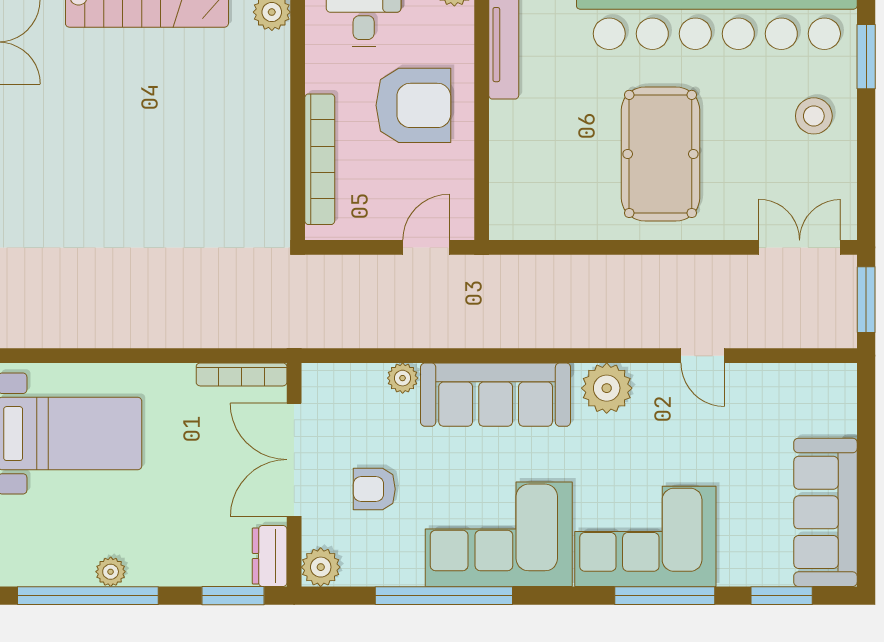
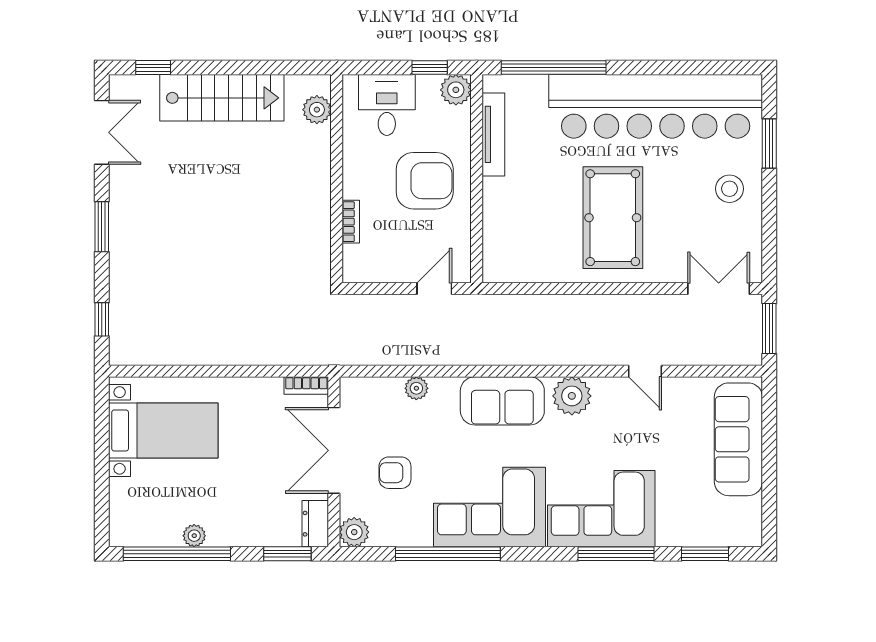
bookcase: (320, 159) -> (351, 222), width x0.43, depth x0.76
bookcase: (242, 374) -> (306, 385), width x0.64
sofa: (496, 395) -> (502, 401), width x0.73
sofa: (825, 512) -> (738, 439), moved

